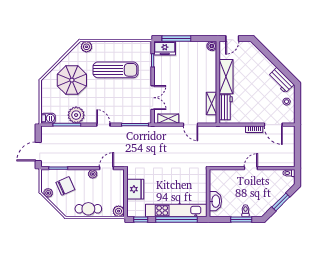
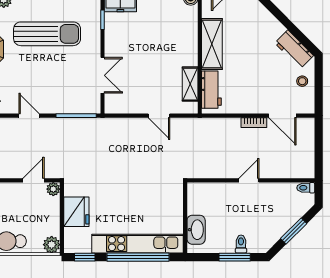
shelving: (168, 119) -> (126, 107), removed
plant: (93, 174) -> (53, 189), moved

